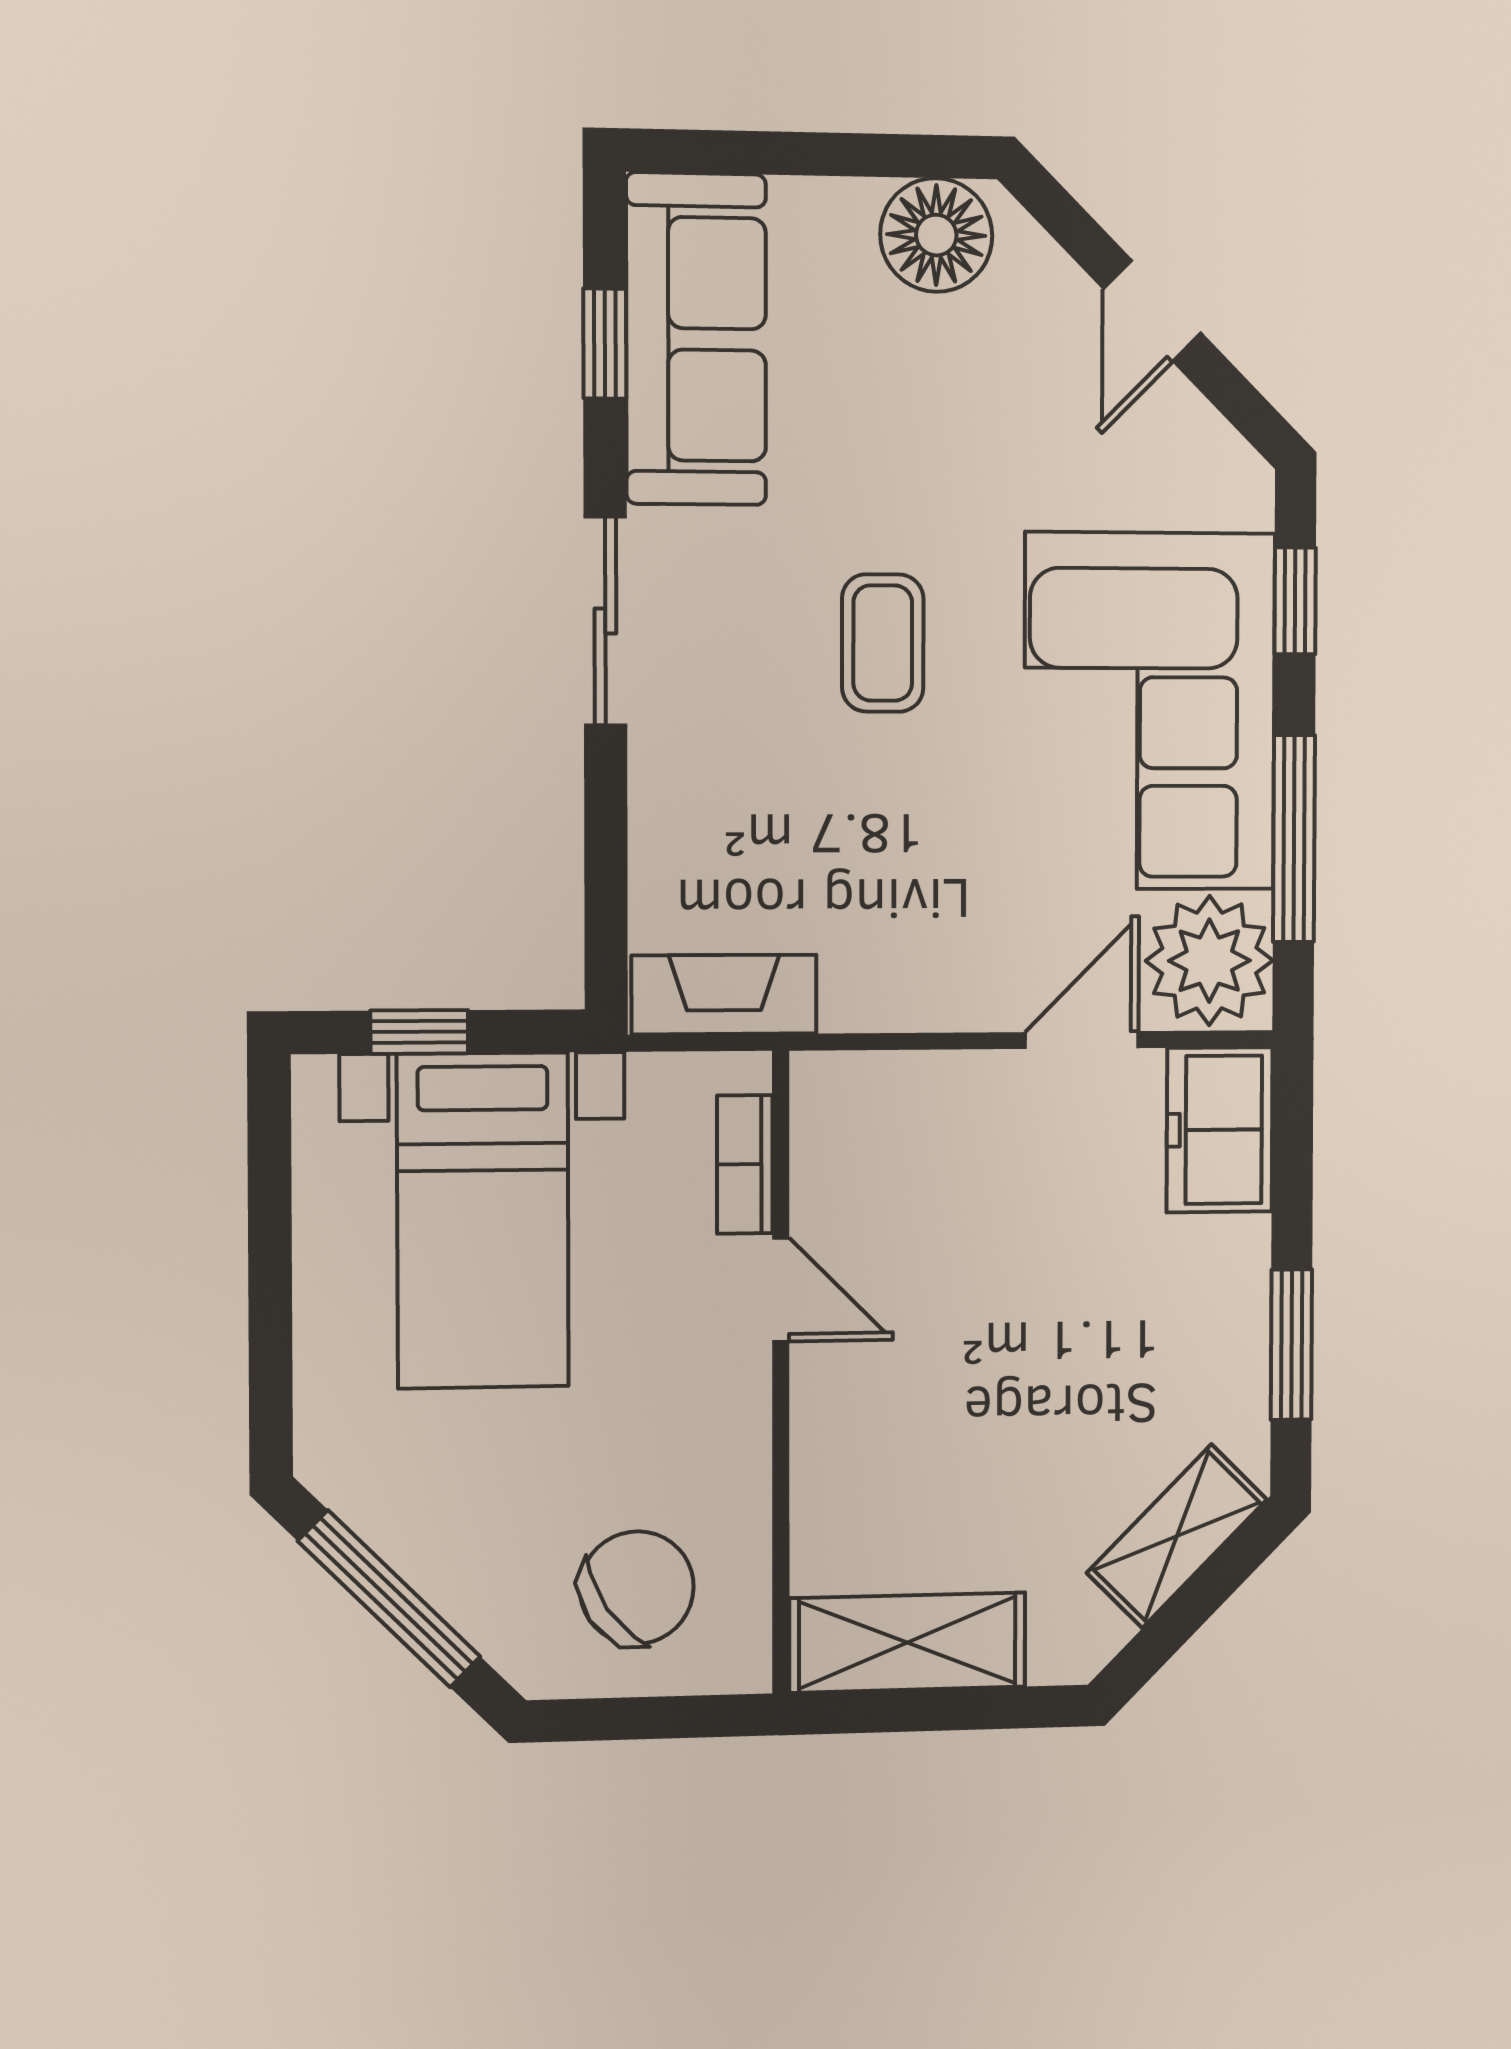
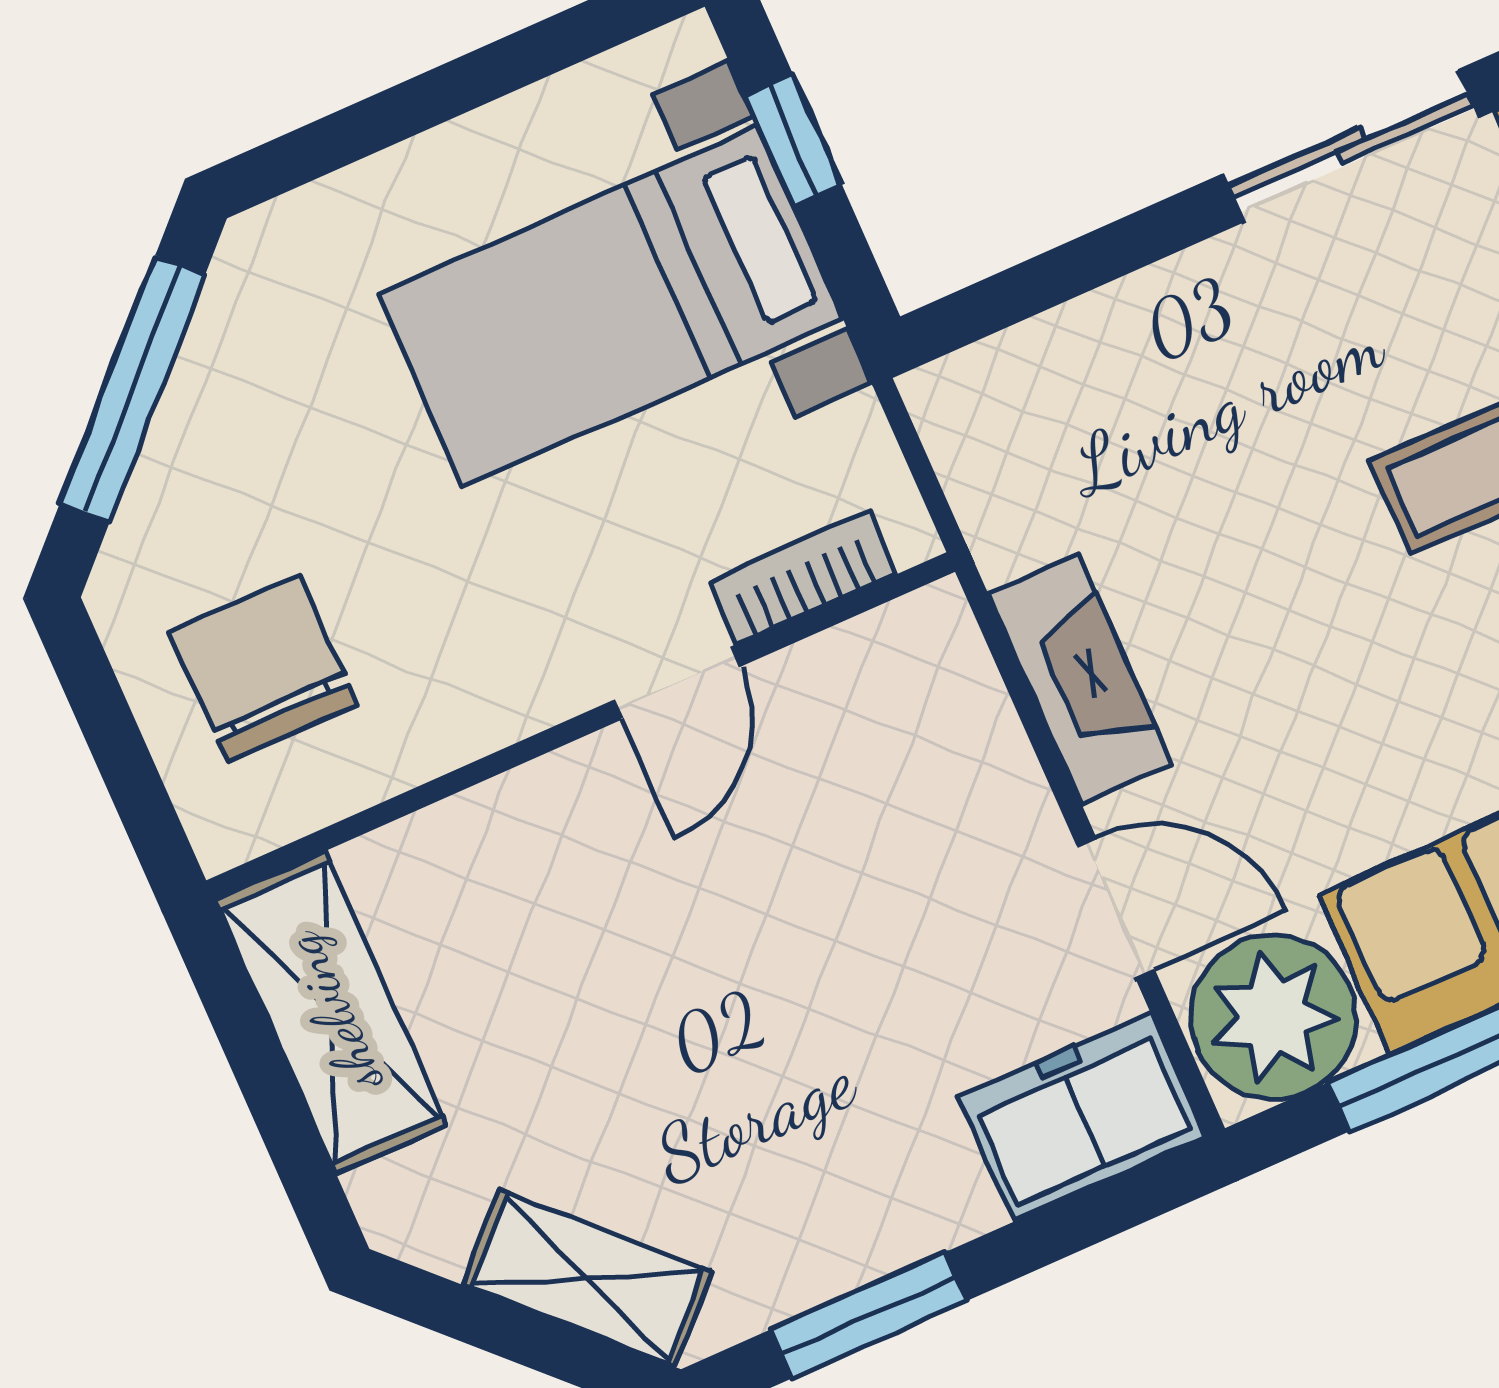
fireplace: (724, 995) -> (1080, 679), moved
chair: (637, 1588) -> (263, 668), turned -146

